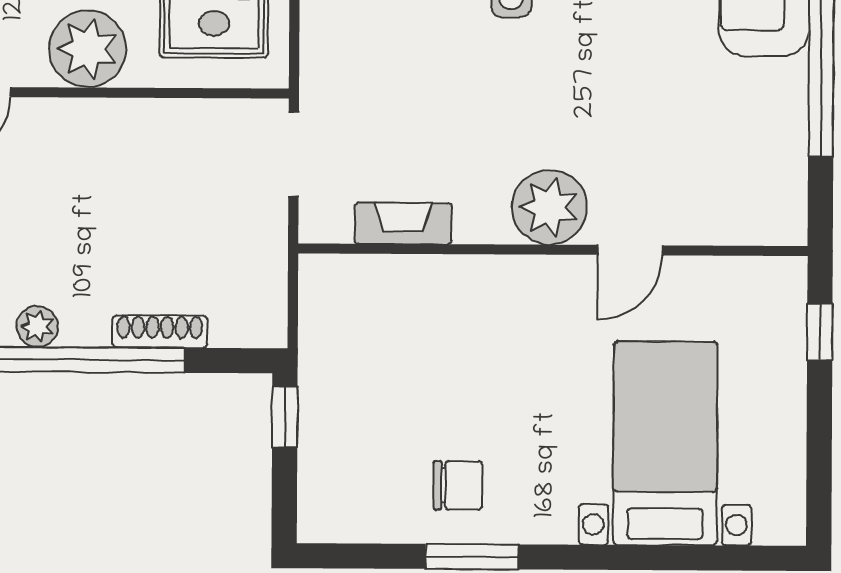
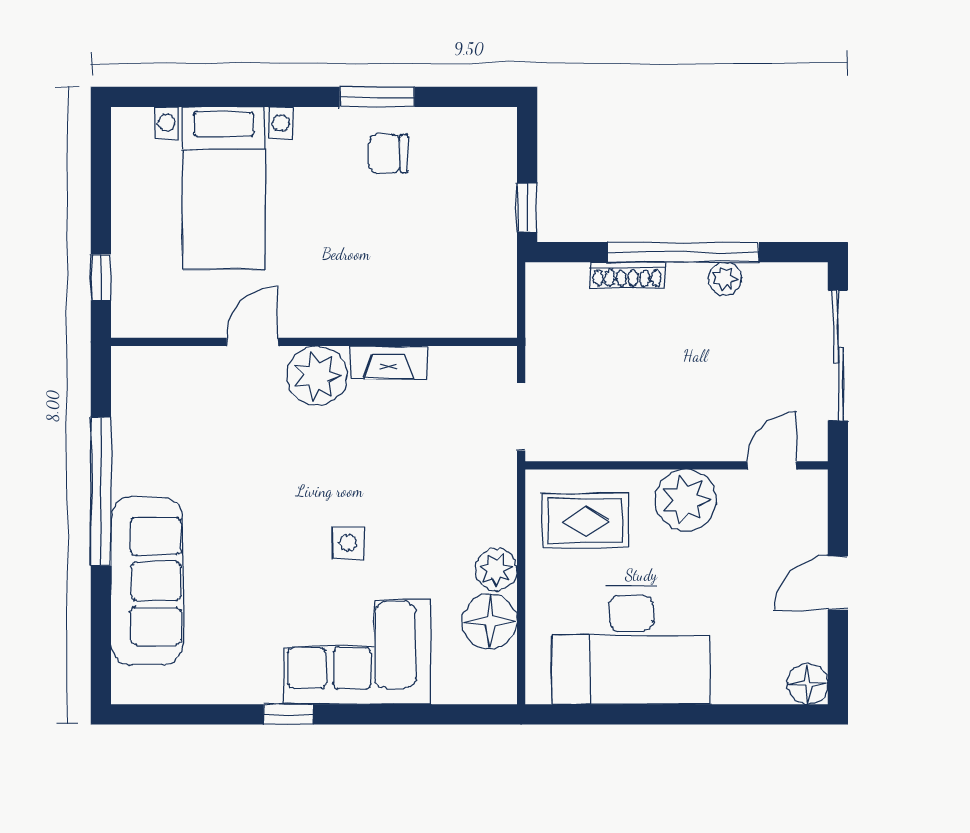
fireplace: (403, 223) -> (389, 362), moved

